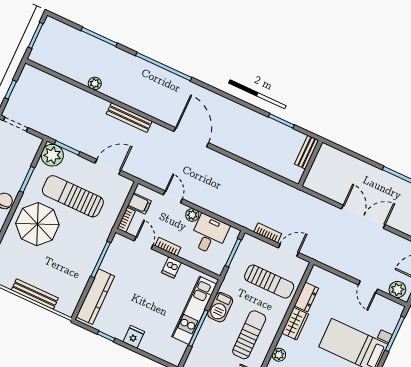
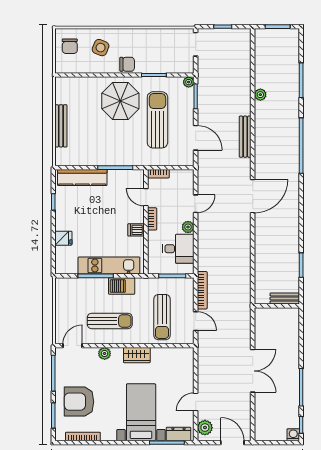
plant: (52, 155) -> (189, 82), width x0.53, depth x0.53
filing cabinet: (139, 203) -> (177, 178), removed
bookcase: (268, 233) -> (202, 290), width x1.56
door: (144, 243) -> (146, 197), swing flipped
dresser: (306, 297) -> (178, 434), moved, turned 180
fridge: (134, 337) -> (63, 238), moved

